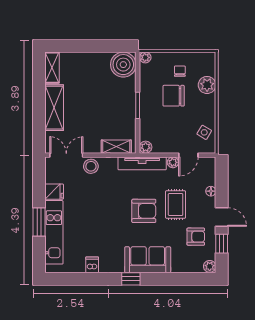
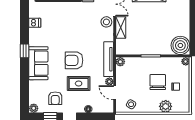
shelving: (116, 147) -> (121, 28), moved
armchair: (144, 211) -> (74, 60), turned 90

